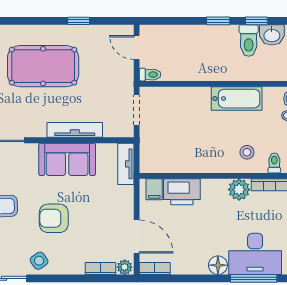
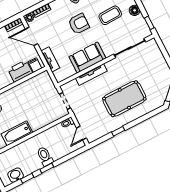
toilet: (249, 41) -> (45, 156), moved
door: (137, 47) -> (81, 133), swing flipped
tv unit: (126, 164) -> (50, 59), moved

